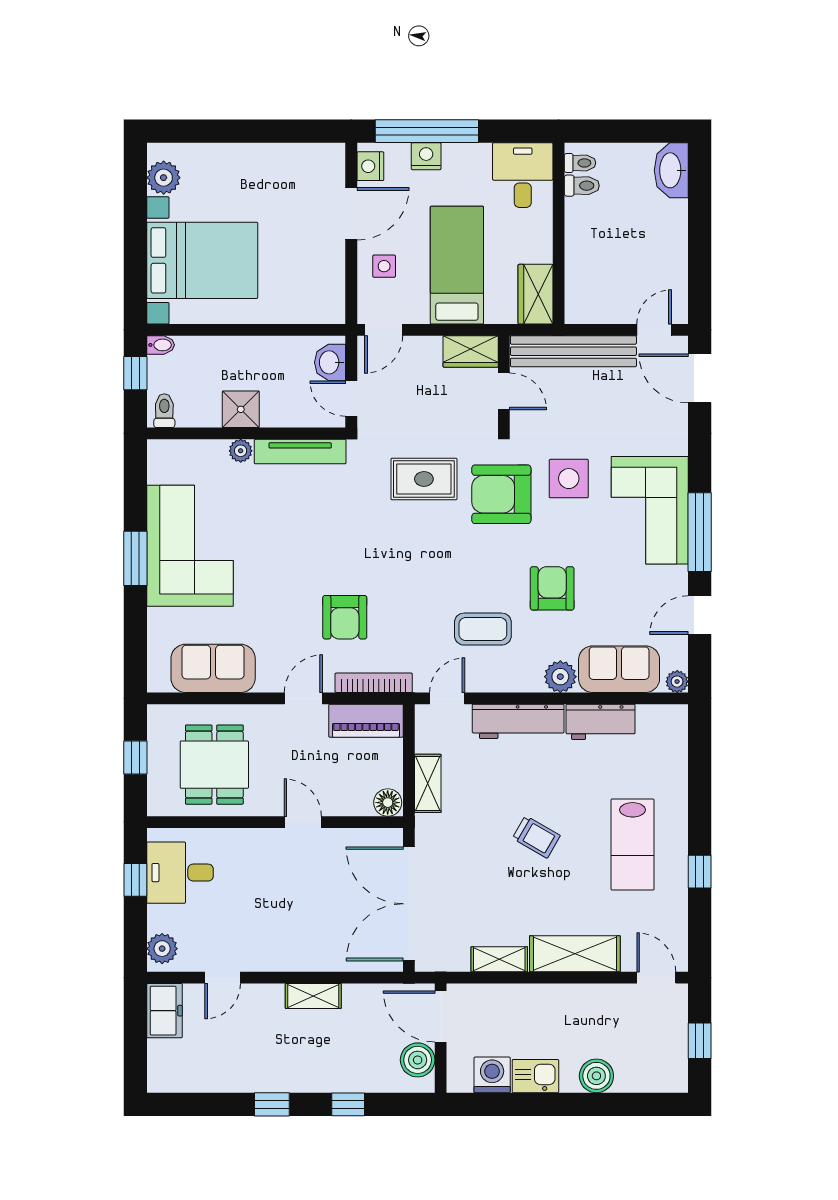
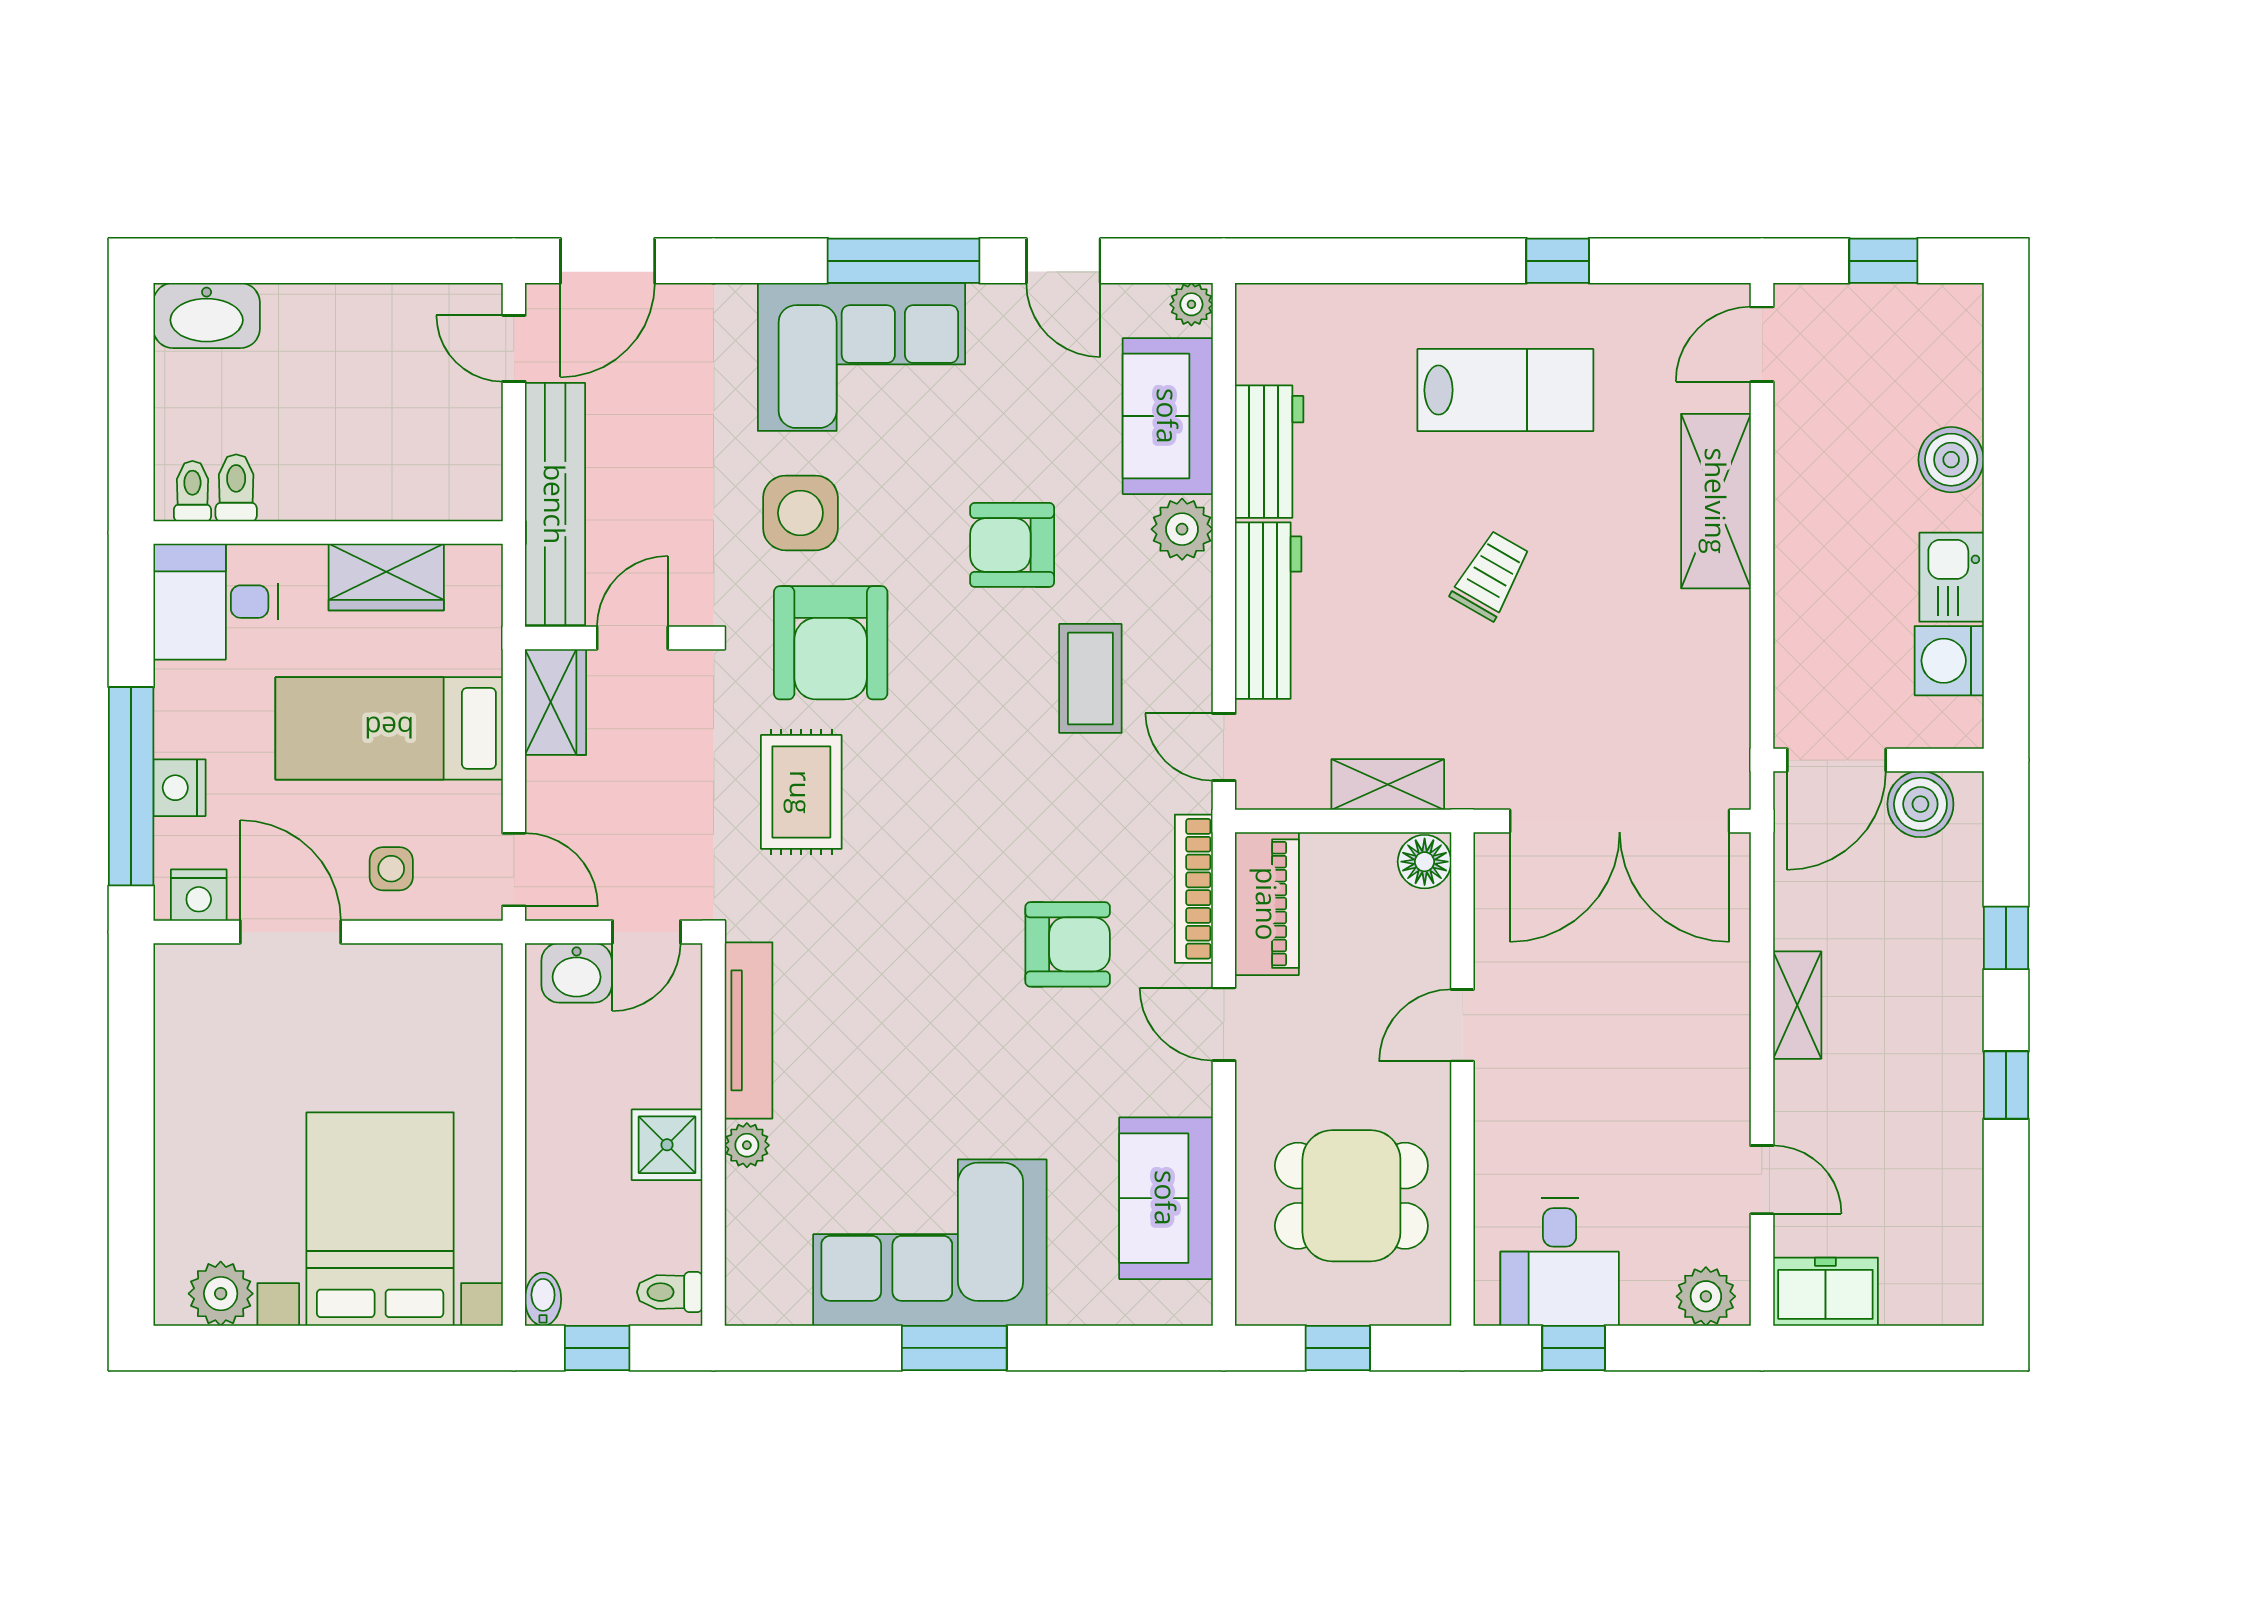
wardrobe: (535, 294) -> (386, 577), moved
shelving: (499, 959) -> (1726, 647), removed

